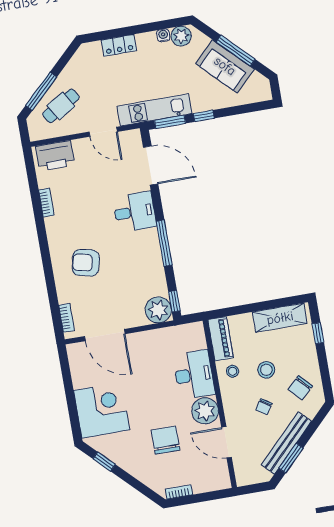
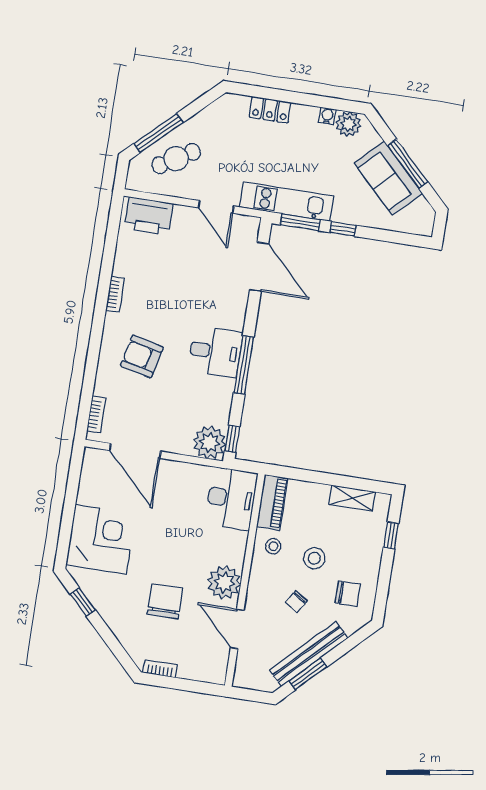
bookcase: (46, 203) -> (115, 294), moved
desk: (134, 212) -> (215, 352), moved
shelving: (280, 318) -> (352, 498), width x0.67, depth x0.75
desk: (194, 375) -> (231, 499), moved
chair: (300, 388) -> (348, 593), turned -137

